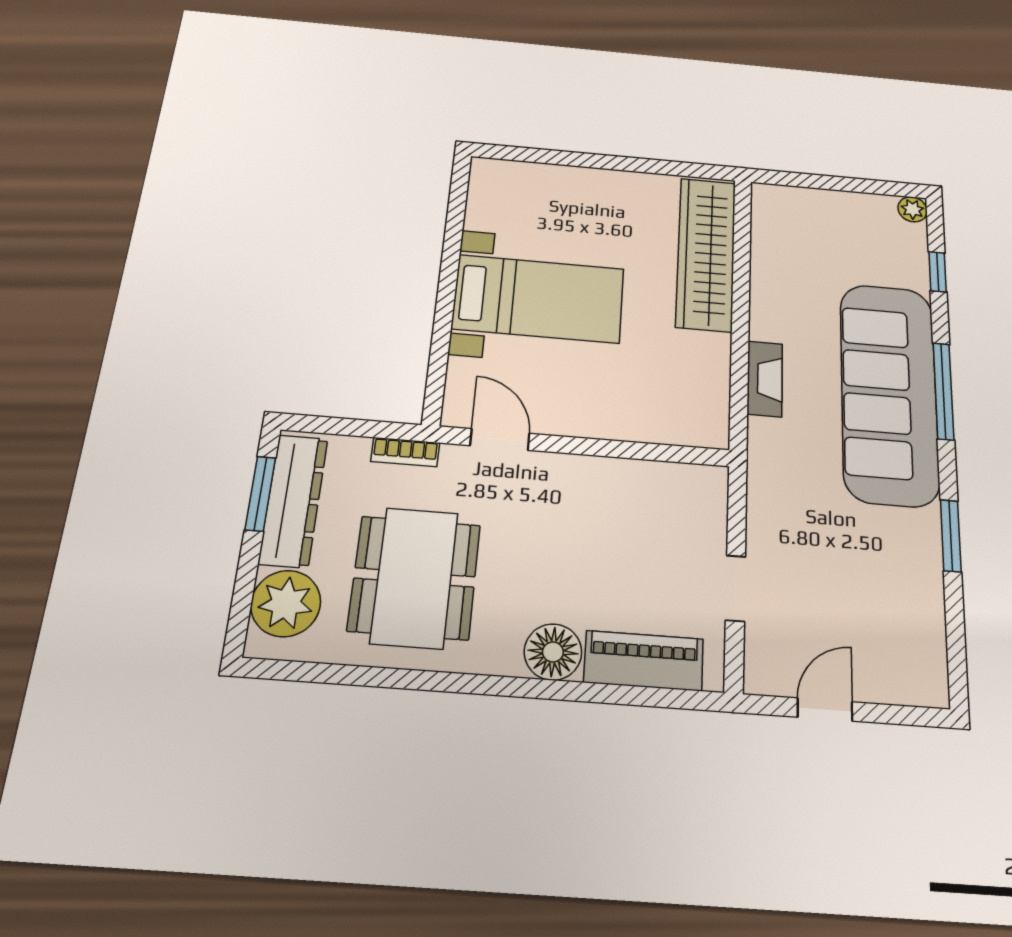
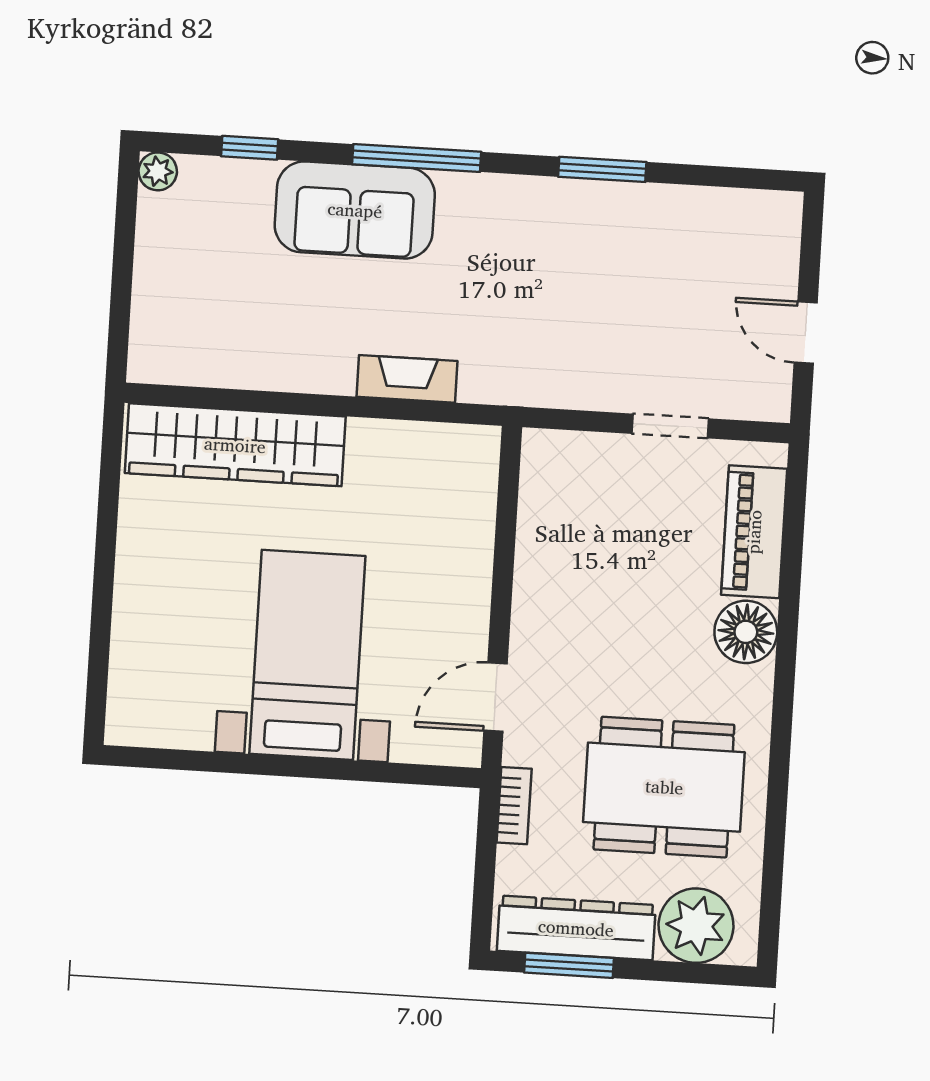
sofa: (889, 393) -> (355, 210), width x0.54, depth x0.79

